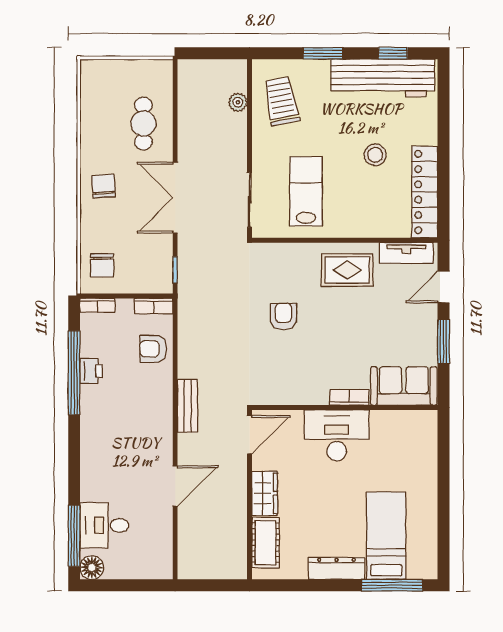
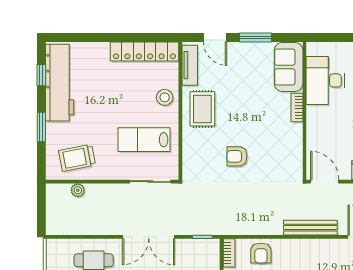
stool: (375, 155) -> (165, 97), moved
bench: (188, 406) -> (310, 228), width x1.36
desk: (337, 435) -> (325, 80), moved

